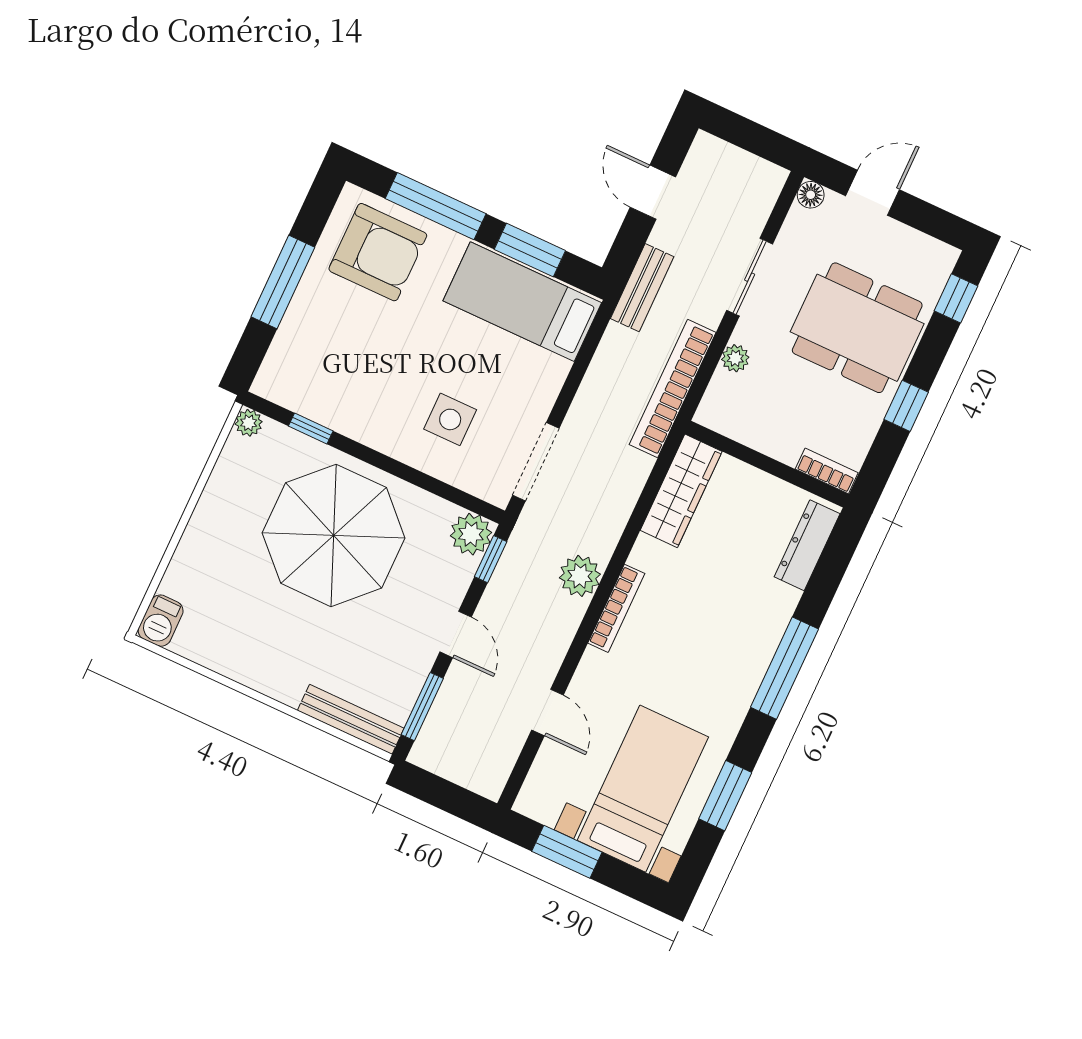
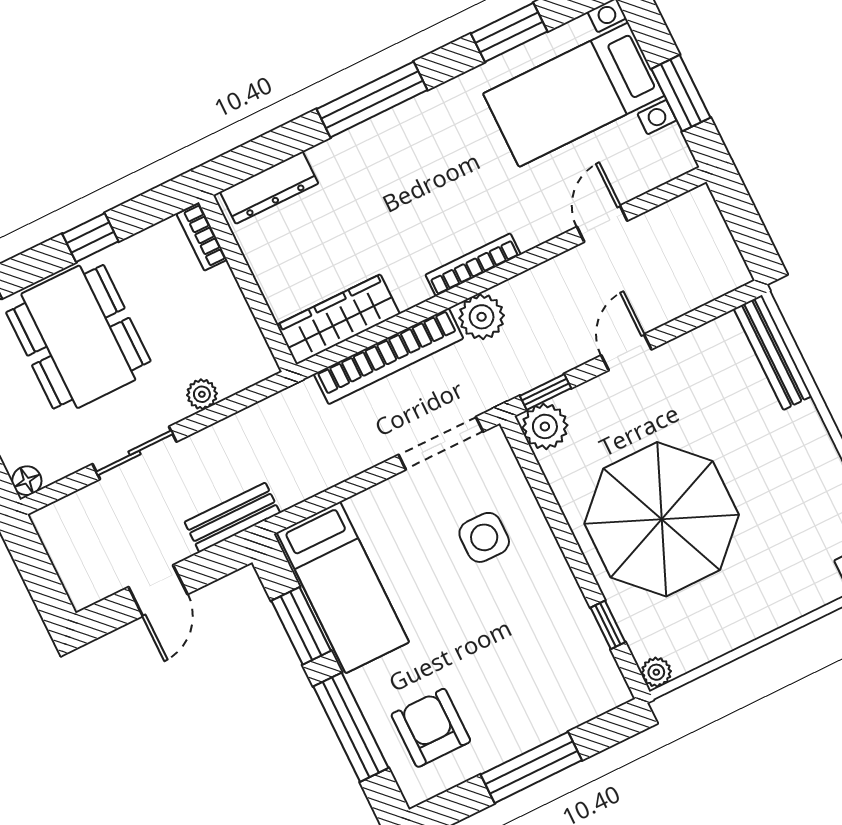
armchair: (378, 252) -> (431, 728), width x0.73, depth x0.73
bookcase: (673, 388) -> (389, 356), moved
window: (422, 707) -> (704, 314), removed

